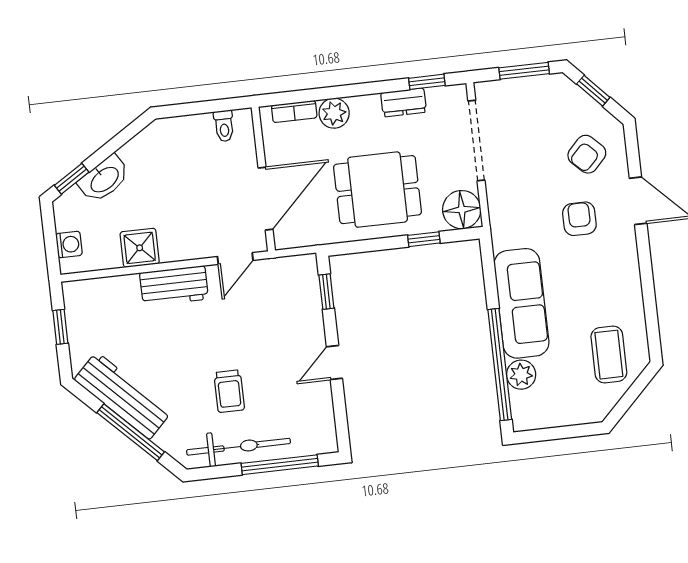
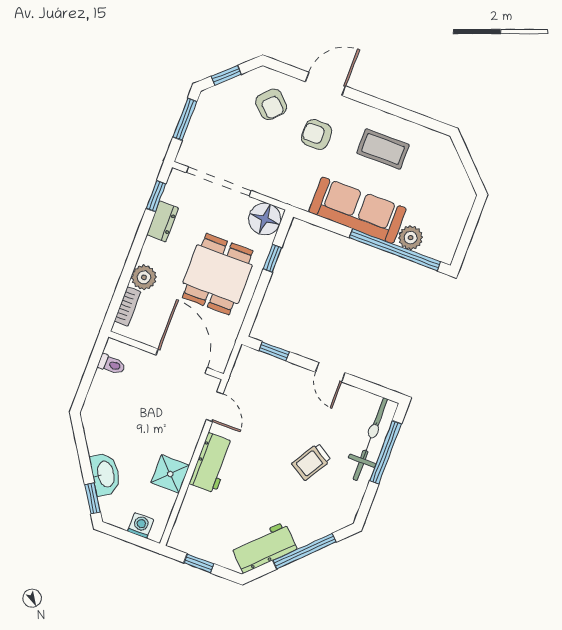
coffee table: (609, 355) -> (383, 149), moved
trolley: (229, 391) -> (311, 462), turned 121
workbench: (123, 396) -> (264, 548), width x0.73
bicycle: (238, 447) -> (370, 439), moved

